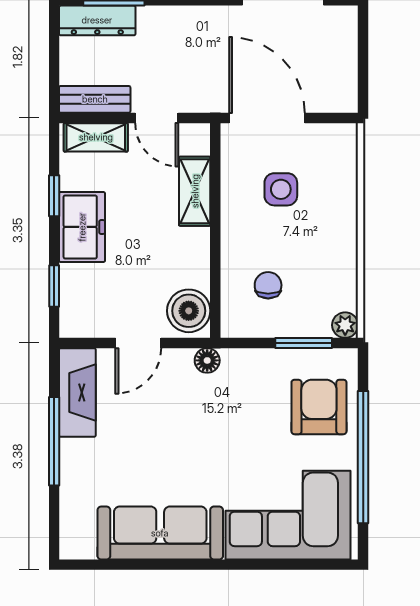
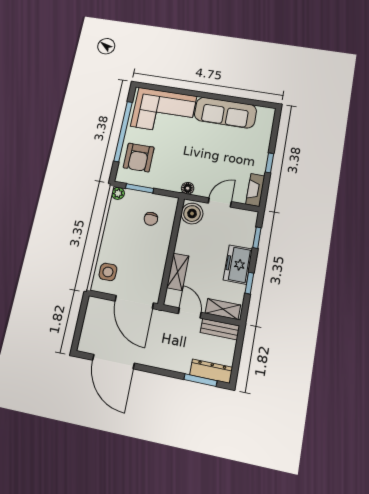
side table: (281, 189) -> (108, 272), moved
fireplace: (77, 392) -> (255, 190), width x0.73, depth x0.76
window: (54, 441) -> (269, 163), width x0.46

